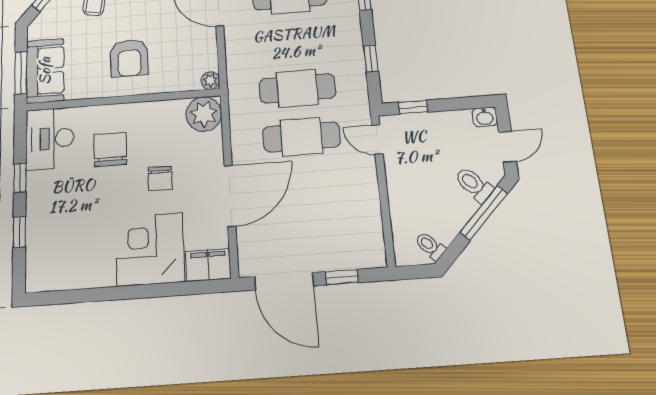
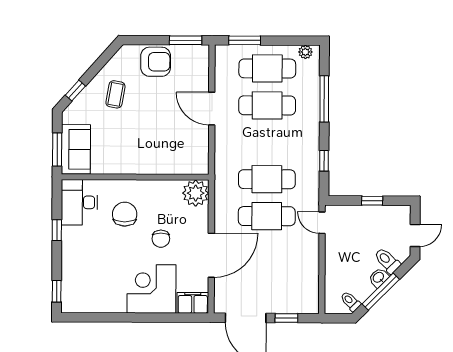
armchair: (129, 58) -> (141, 145), removed
plant: (210, 81) -> (202, 168), removed
window: (413, 107) -> (372, 201), moved
washbasin: (485, 117) -> (379, 278), moved, turned 135
window: (484, 213) -> (381, 292), moved
window: (19, 232) -> (57, 291), moved

